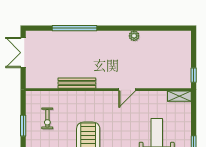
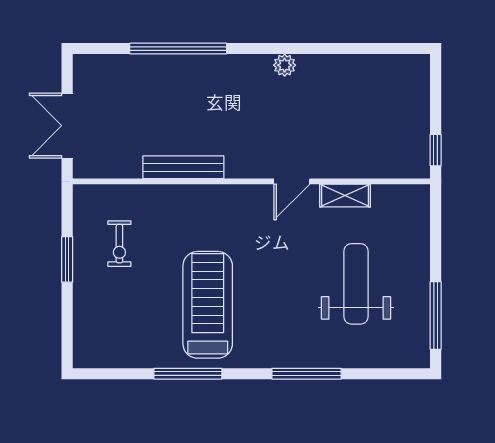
plant: (134, 36) -> (285, 65), moved
double door: (23, 53) -> (67, 126), moved
shelving: (179, 96) -> (345, 195), moved

